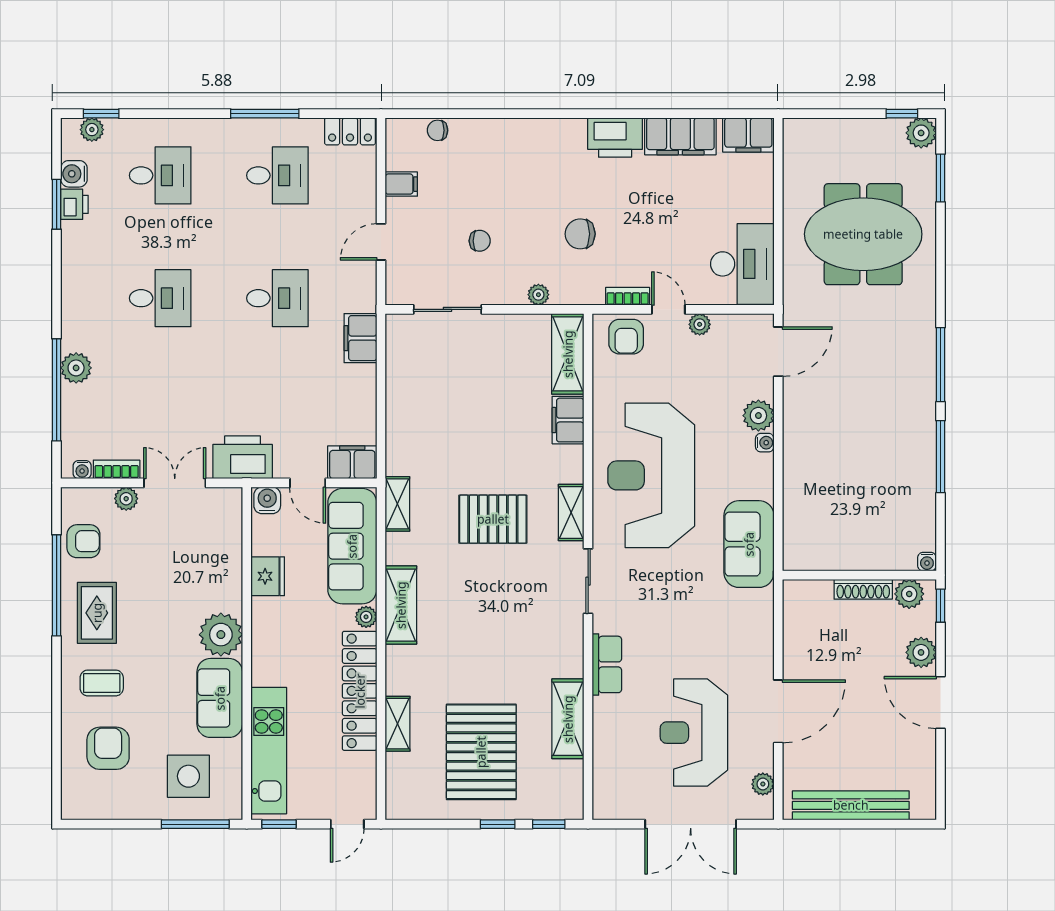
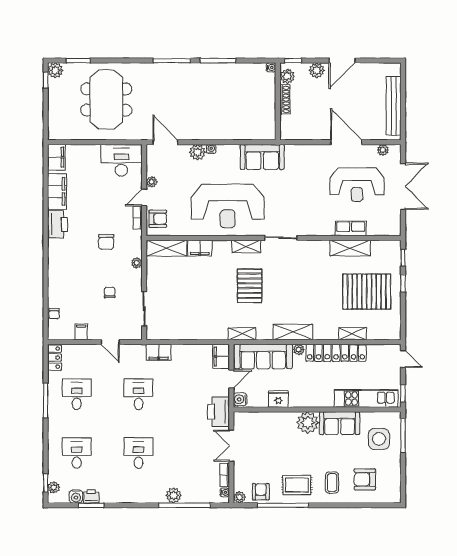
plant: (126, 499) -> (239, 497), moved
row of seats: (607, 664) -> (351, 228), moved

